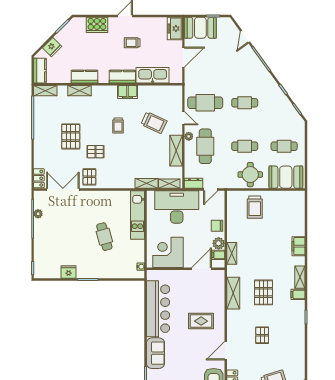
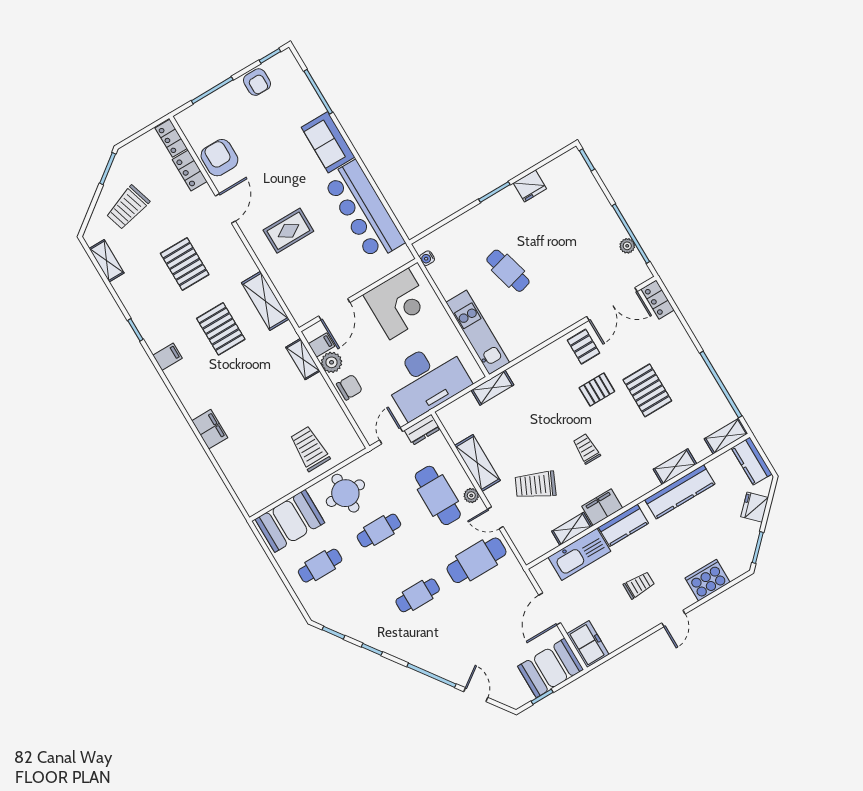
kitchen counter: (85, 77) -> (680, 492), width x1.50
shelving: (169, 184) -> (572, 529), moved
shelving: (300, 277) -> (107, 261), moved
pallet: (262, 335) -> (185, 264), width x1.50, depth x1.42

